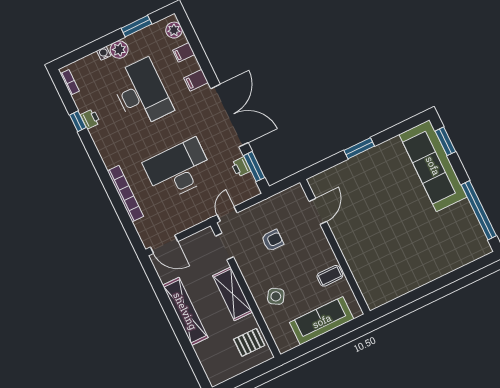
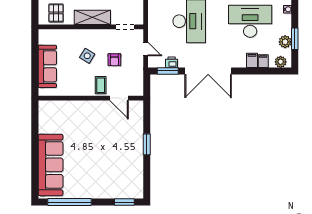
plant: (119, 50) -> (285, 42), moved
filing cabinet: (196, 80) -> (252, 60), moved
desk: (141, 93) -> (250, 21), turned 180
sofa: (433, 166) -> (51, 165), moved, turned 90
door: (227, 214) -> (146, 49), moved
coffee table: (330, 276) -> (101, 85), moved
side table: (276, 296) -> (87, 56), moved

